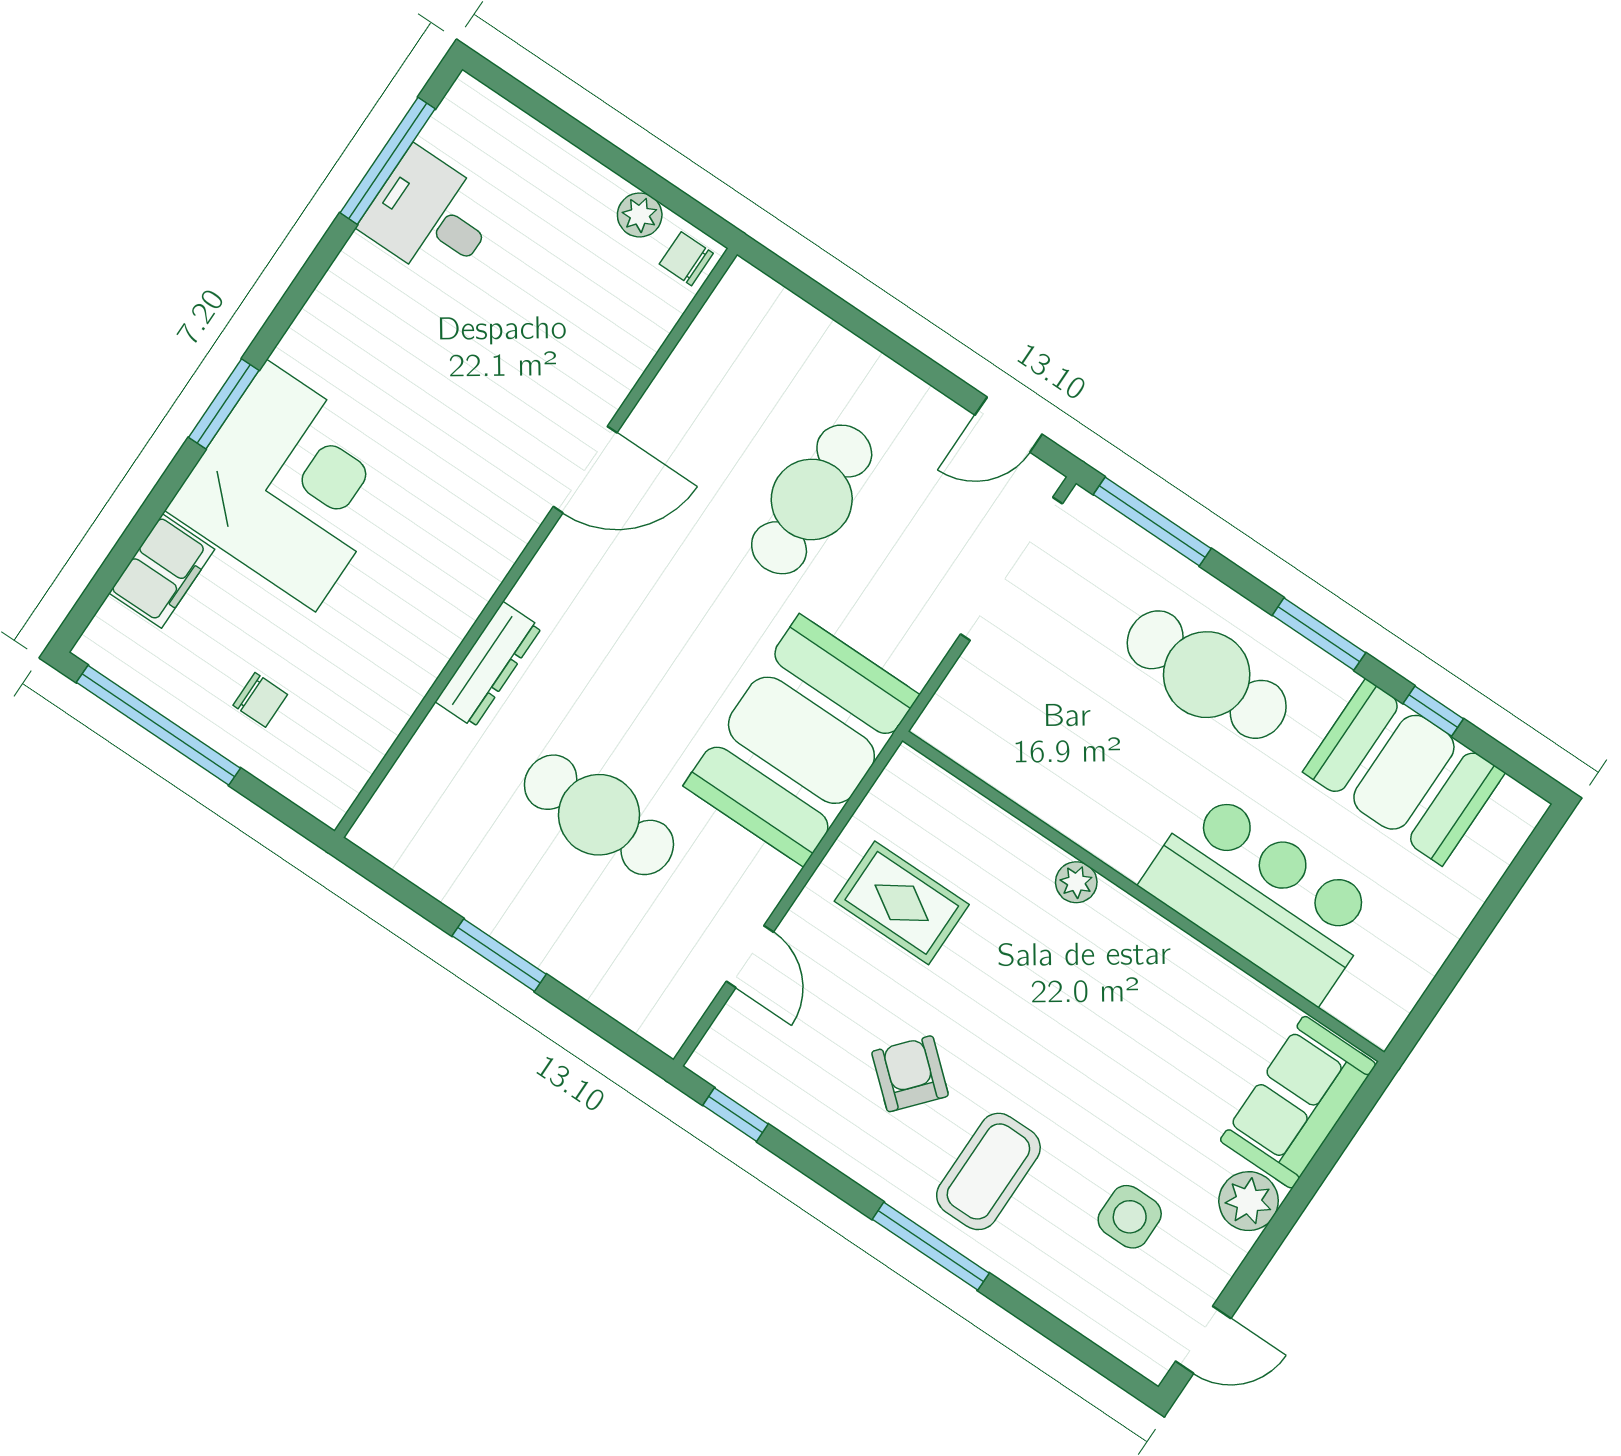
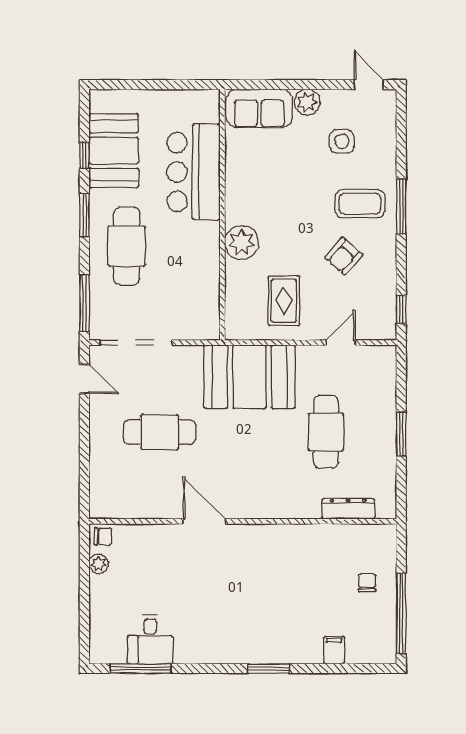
chair: (686, 259) -> (103, 536), turned -90
corner desk: (291, 486) -> (282, 624), removed
filing cabinet: (162, 571) -> (334, 650), width x0.50
dresser: (489, 665) -> (348, 509), moved
plant: (1076, 882) -> (242, 243), width x1.88, depth x1.88

